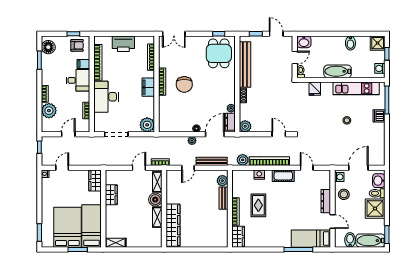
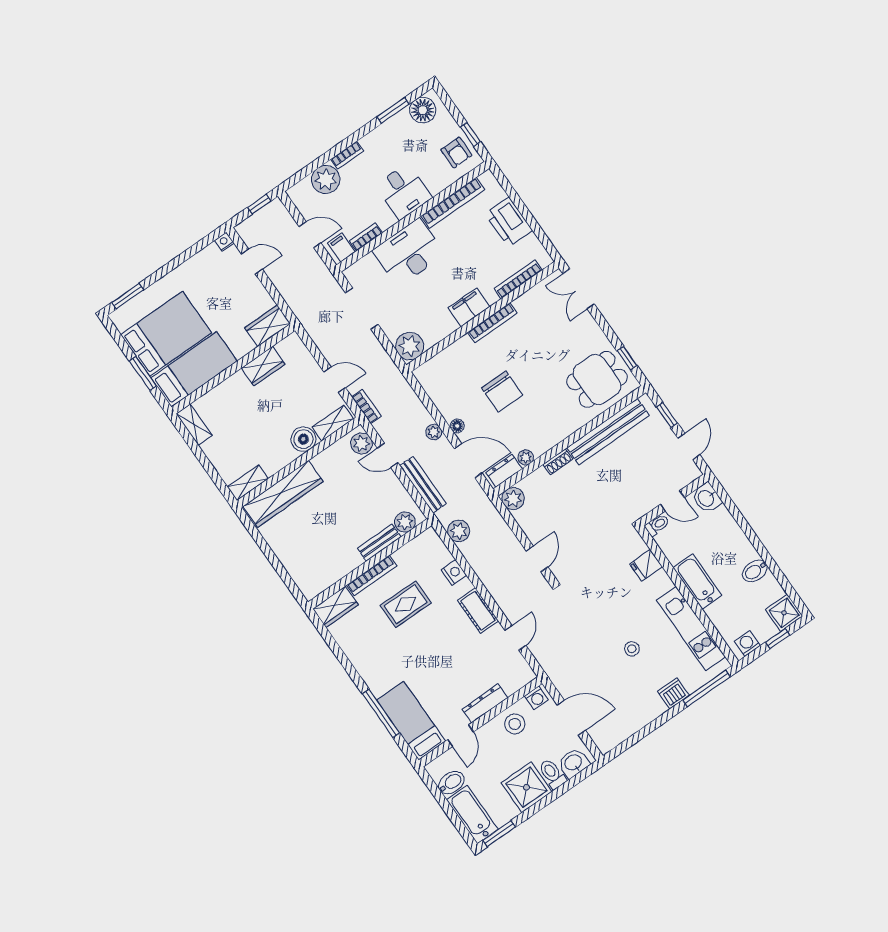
filing cabinet: (83, 64) -> (341, 248), moved
chair: (184, 84) -> (502, 391), moved, turned -90
bookcase: (269, 161) -> (486, 573), removed
plant: (175, 176) -> (361, 443), added
shelving: (157, 217) -> (248, 483), moved

